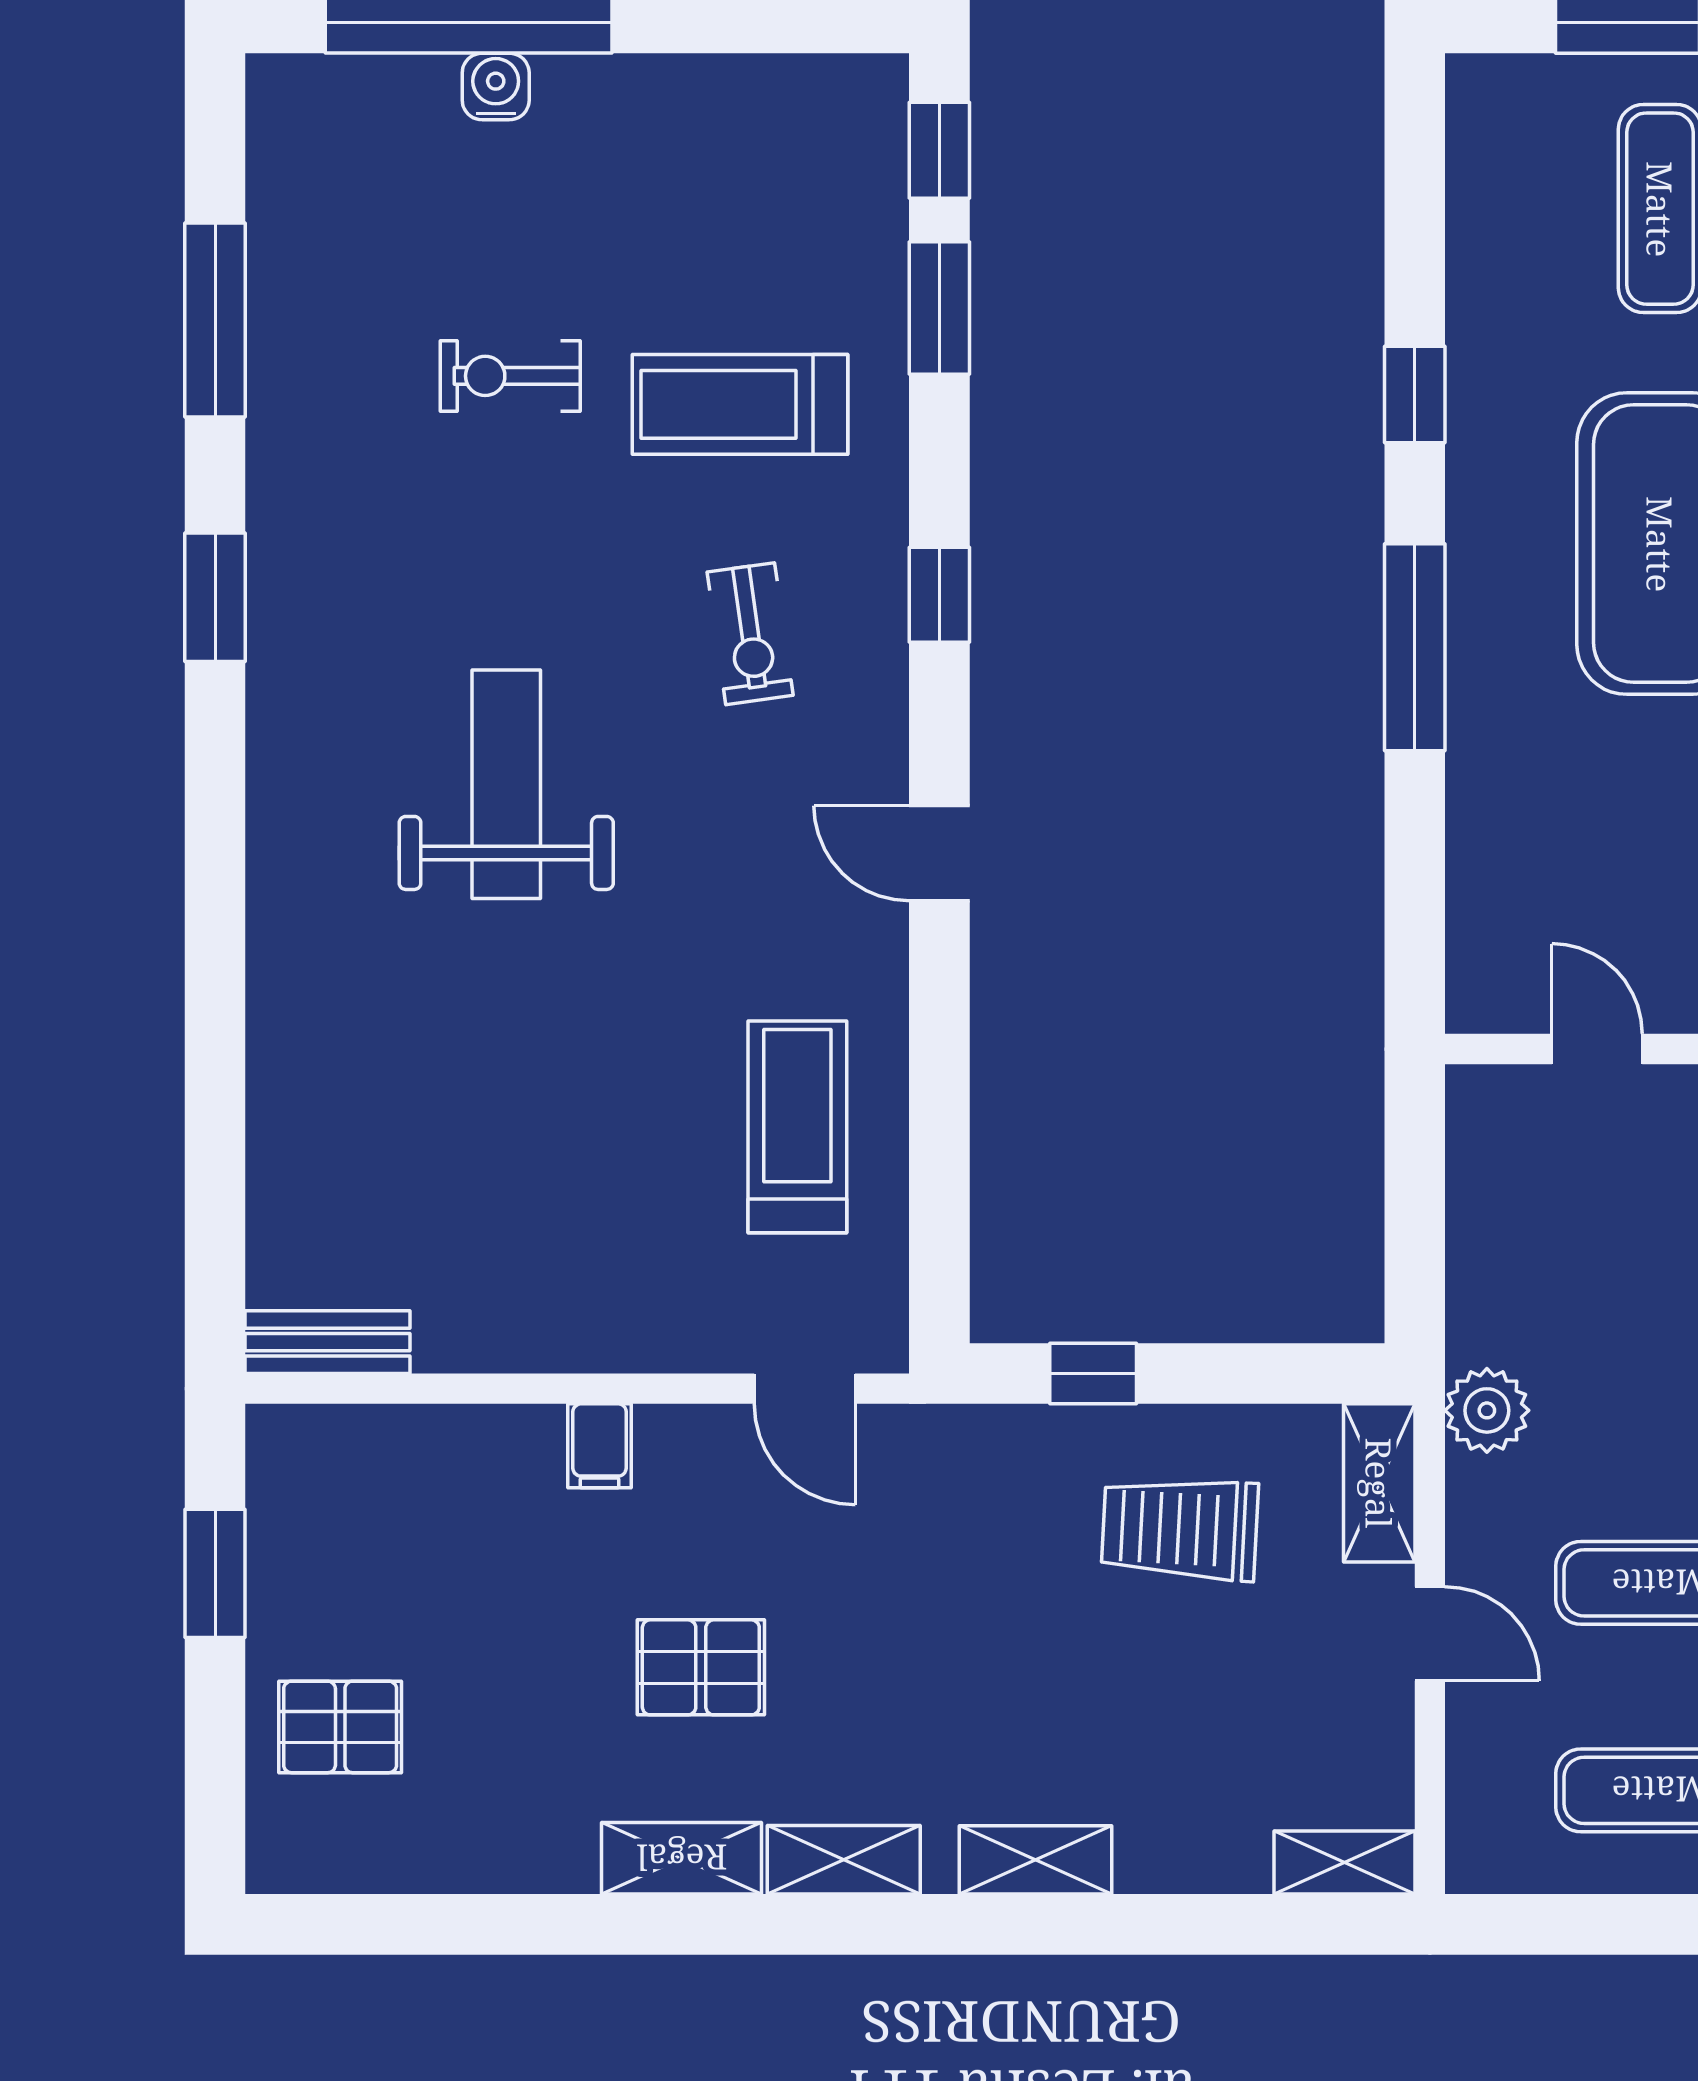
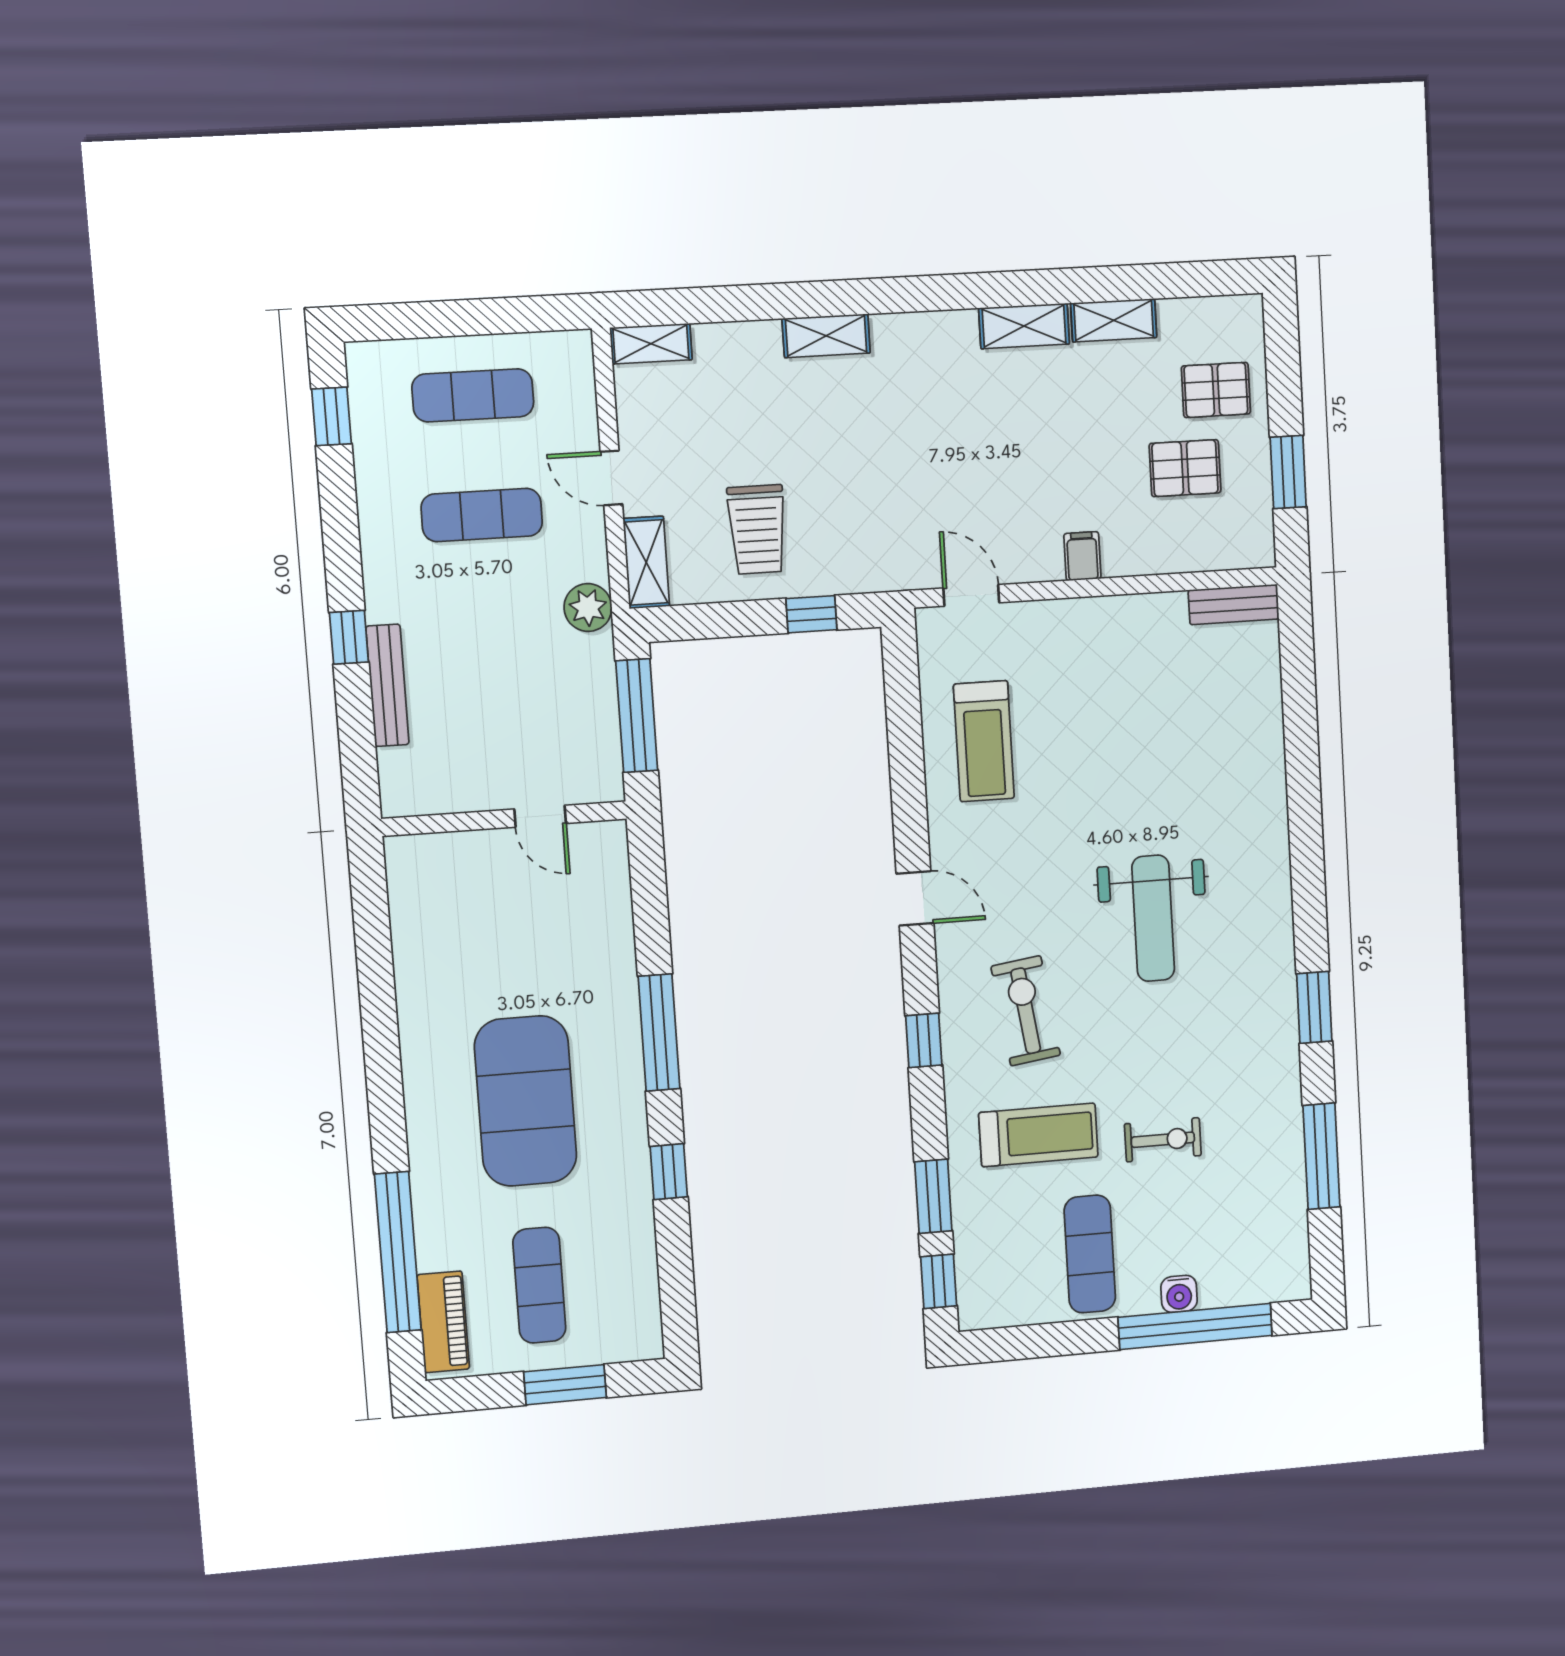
exercise mat: (658, 176) -> (1090, 1254), added
exercise bike: (750, 634) -> (1026, 1011), width x1.38, depth x1.39
window: (1415, 1215) -> (637, 716), added
trolley: (1180, 1529) -> (757, 529), turned 87
pallet: (701, 1667) -> (1185, 468), moved
shelving: (844, 1860) -> (1114, 320), moved

